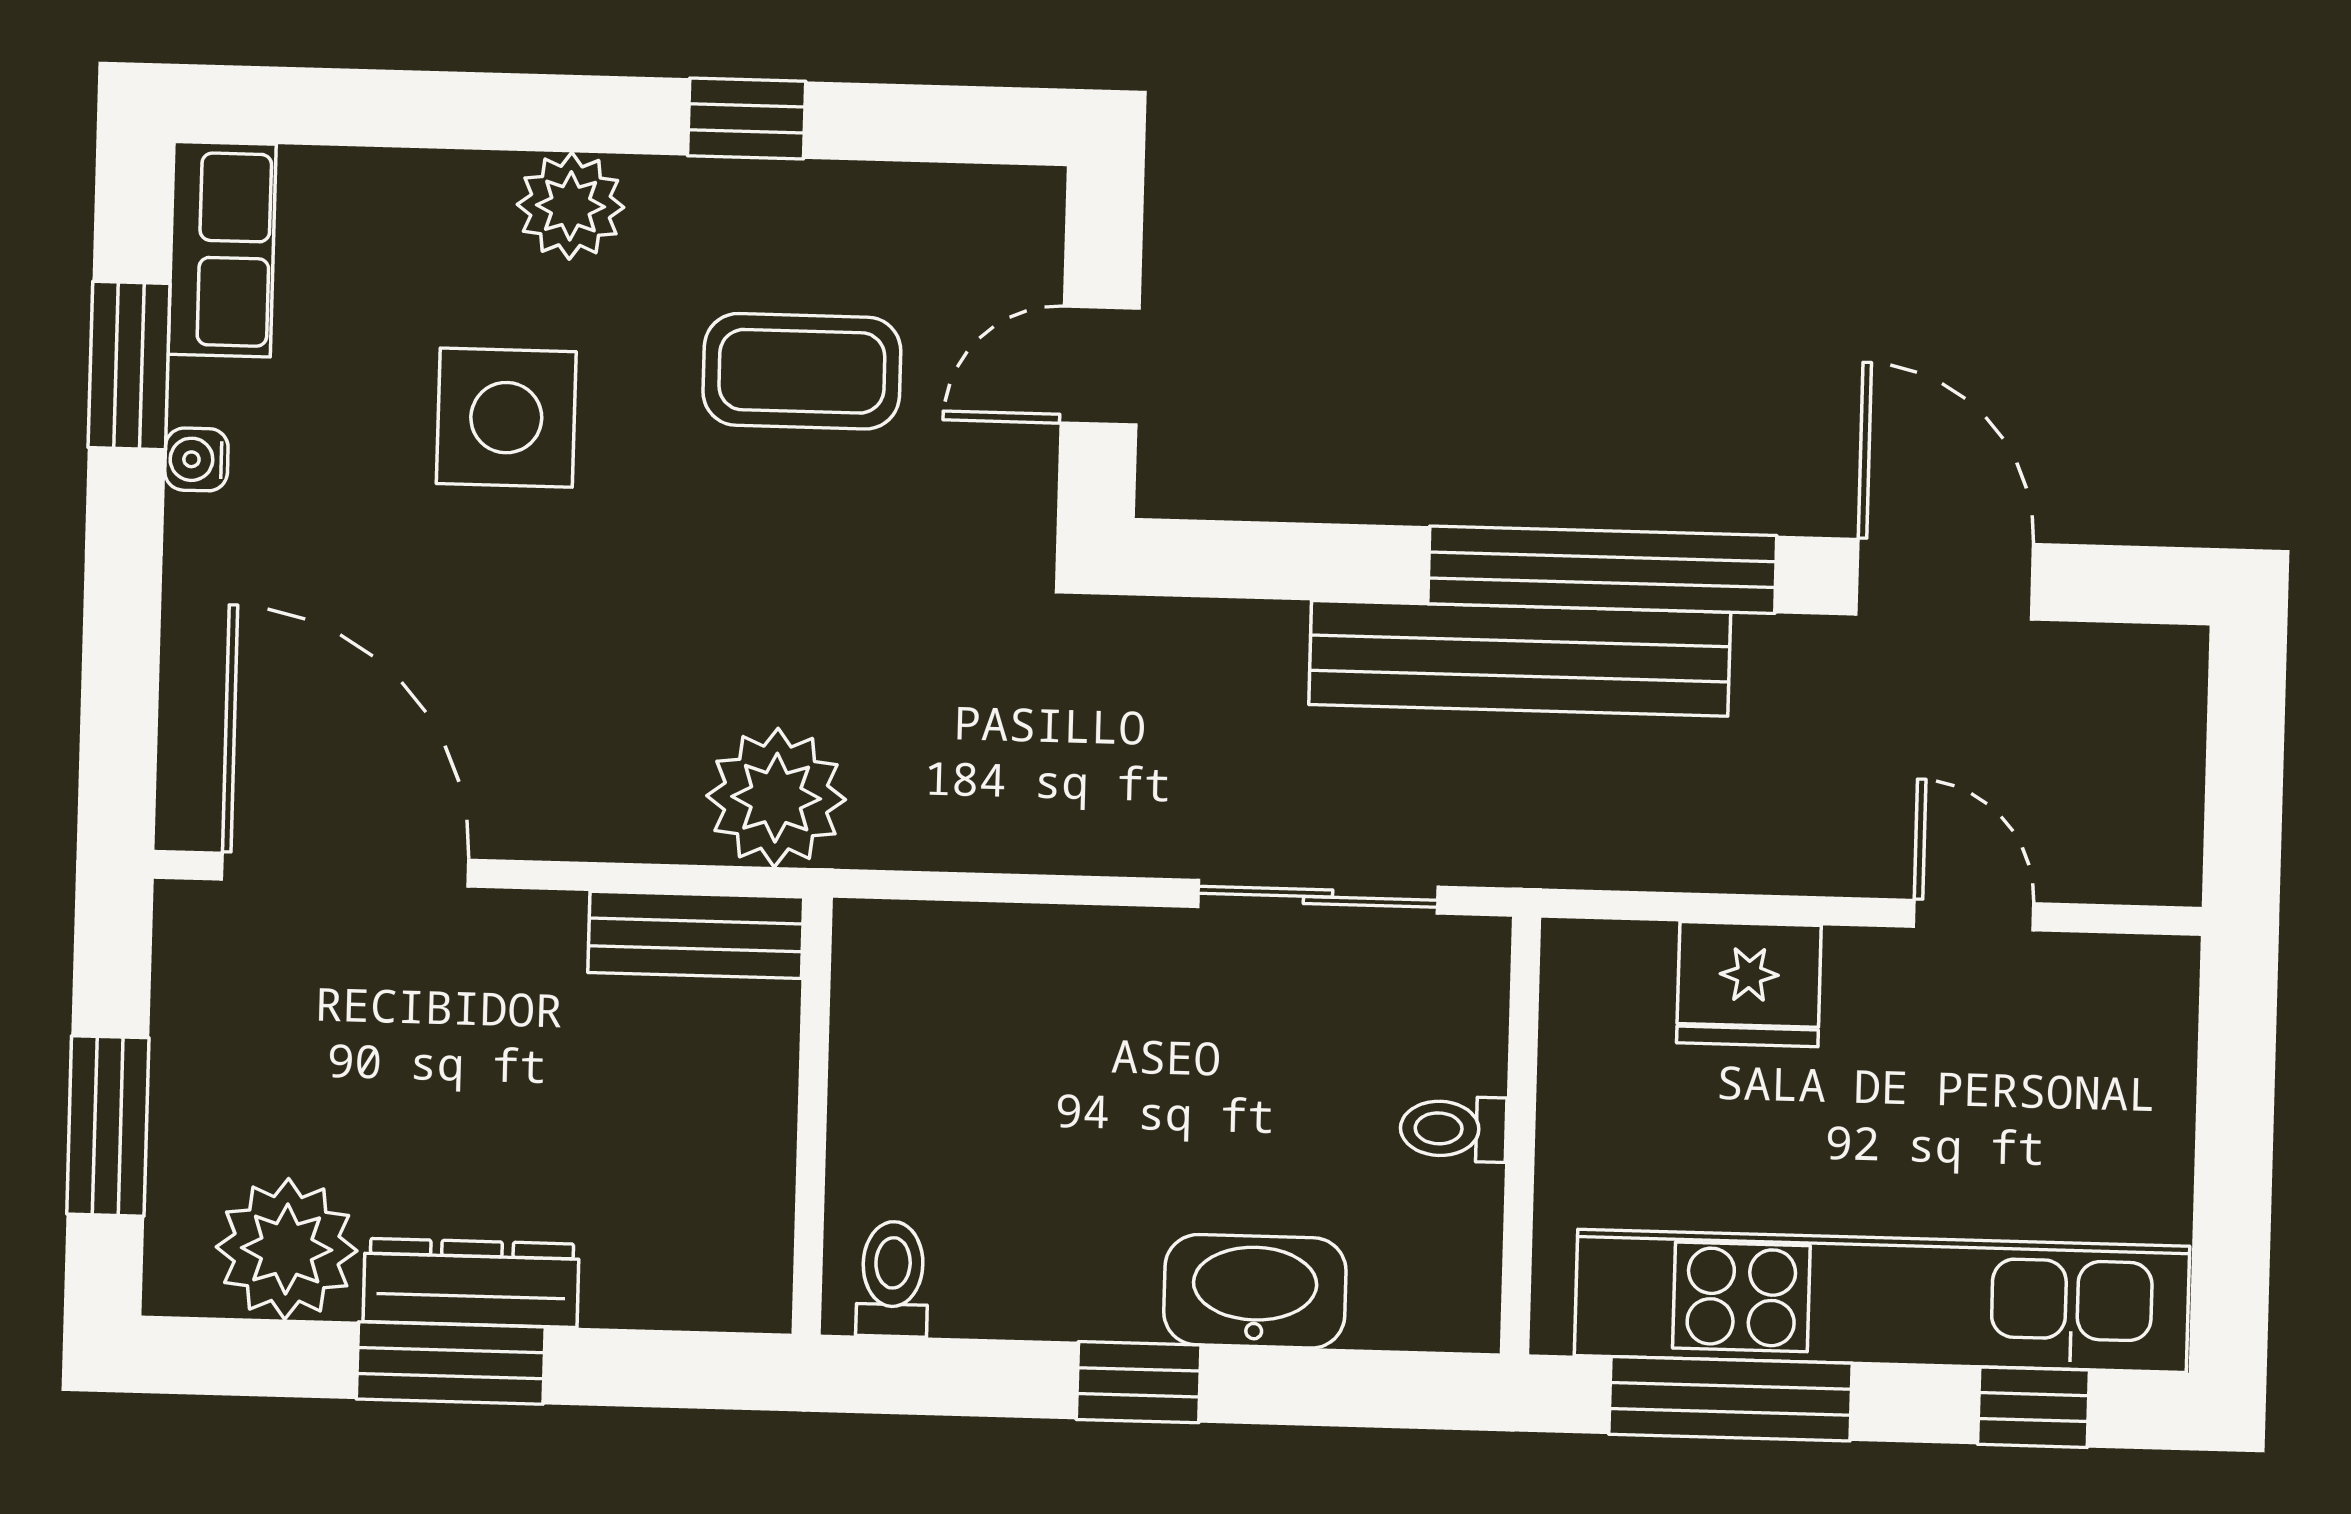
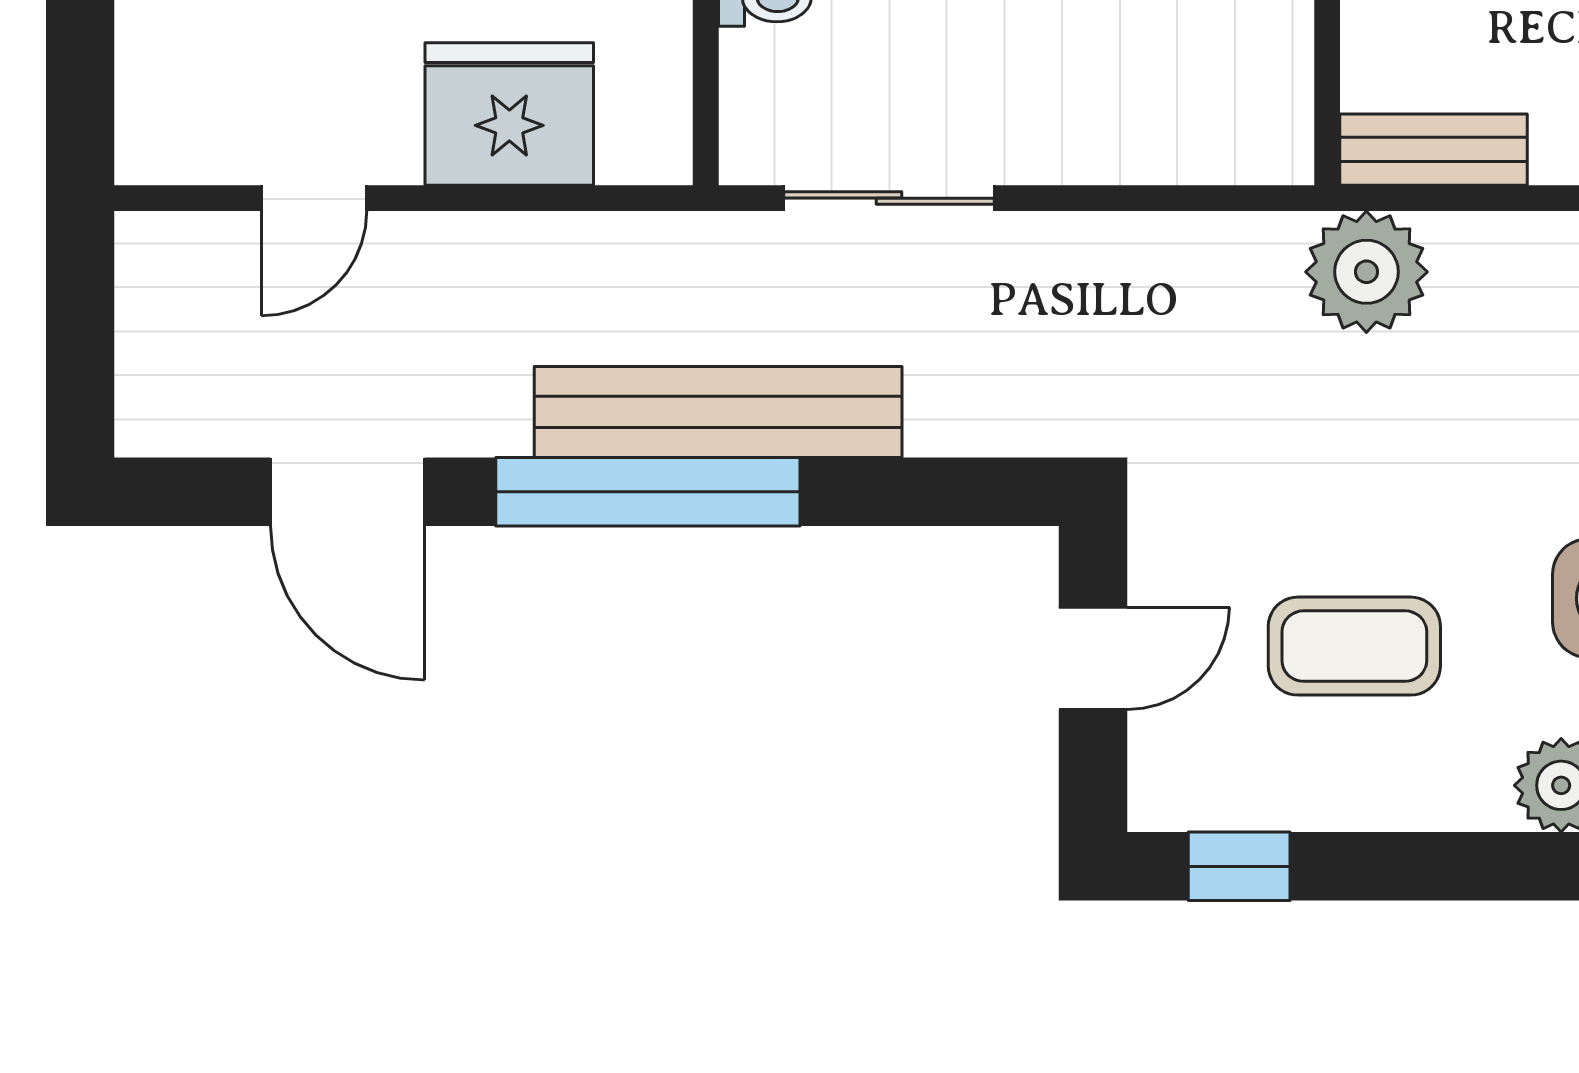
window: (747, 119) -> (1239, 866), moved
door: (1974, 915) -> (314, 198), hinge flipped
fridge: (1749, 984) -> (509, 114), width x1.36, depth x1.34

